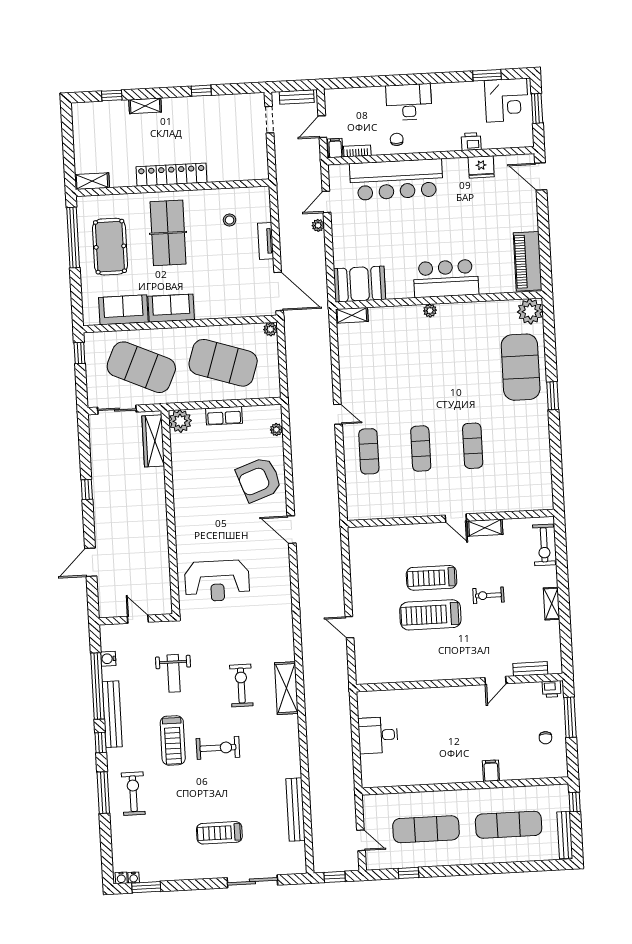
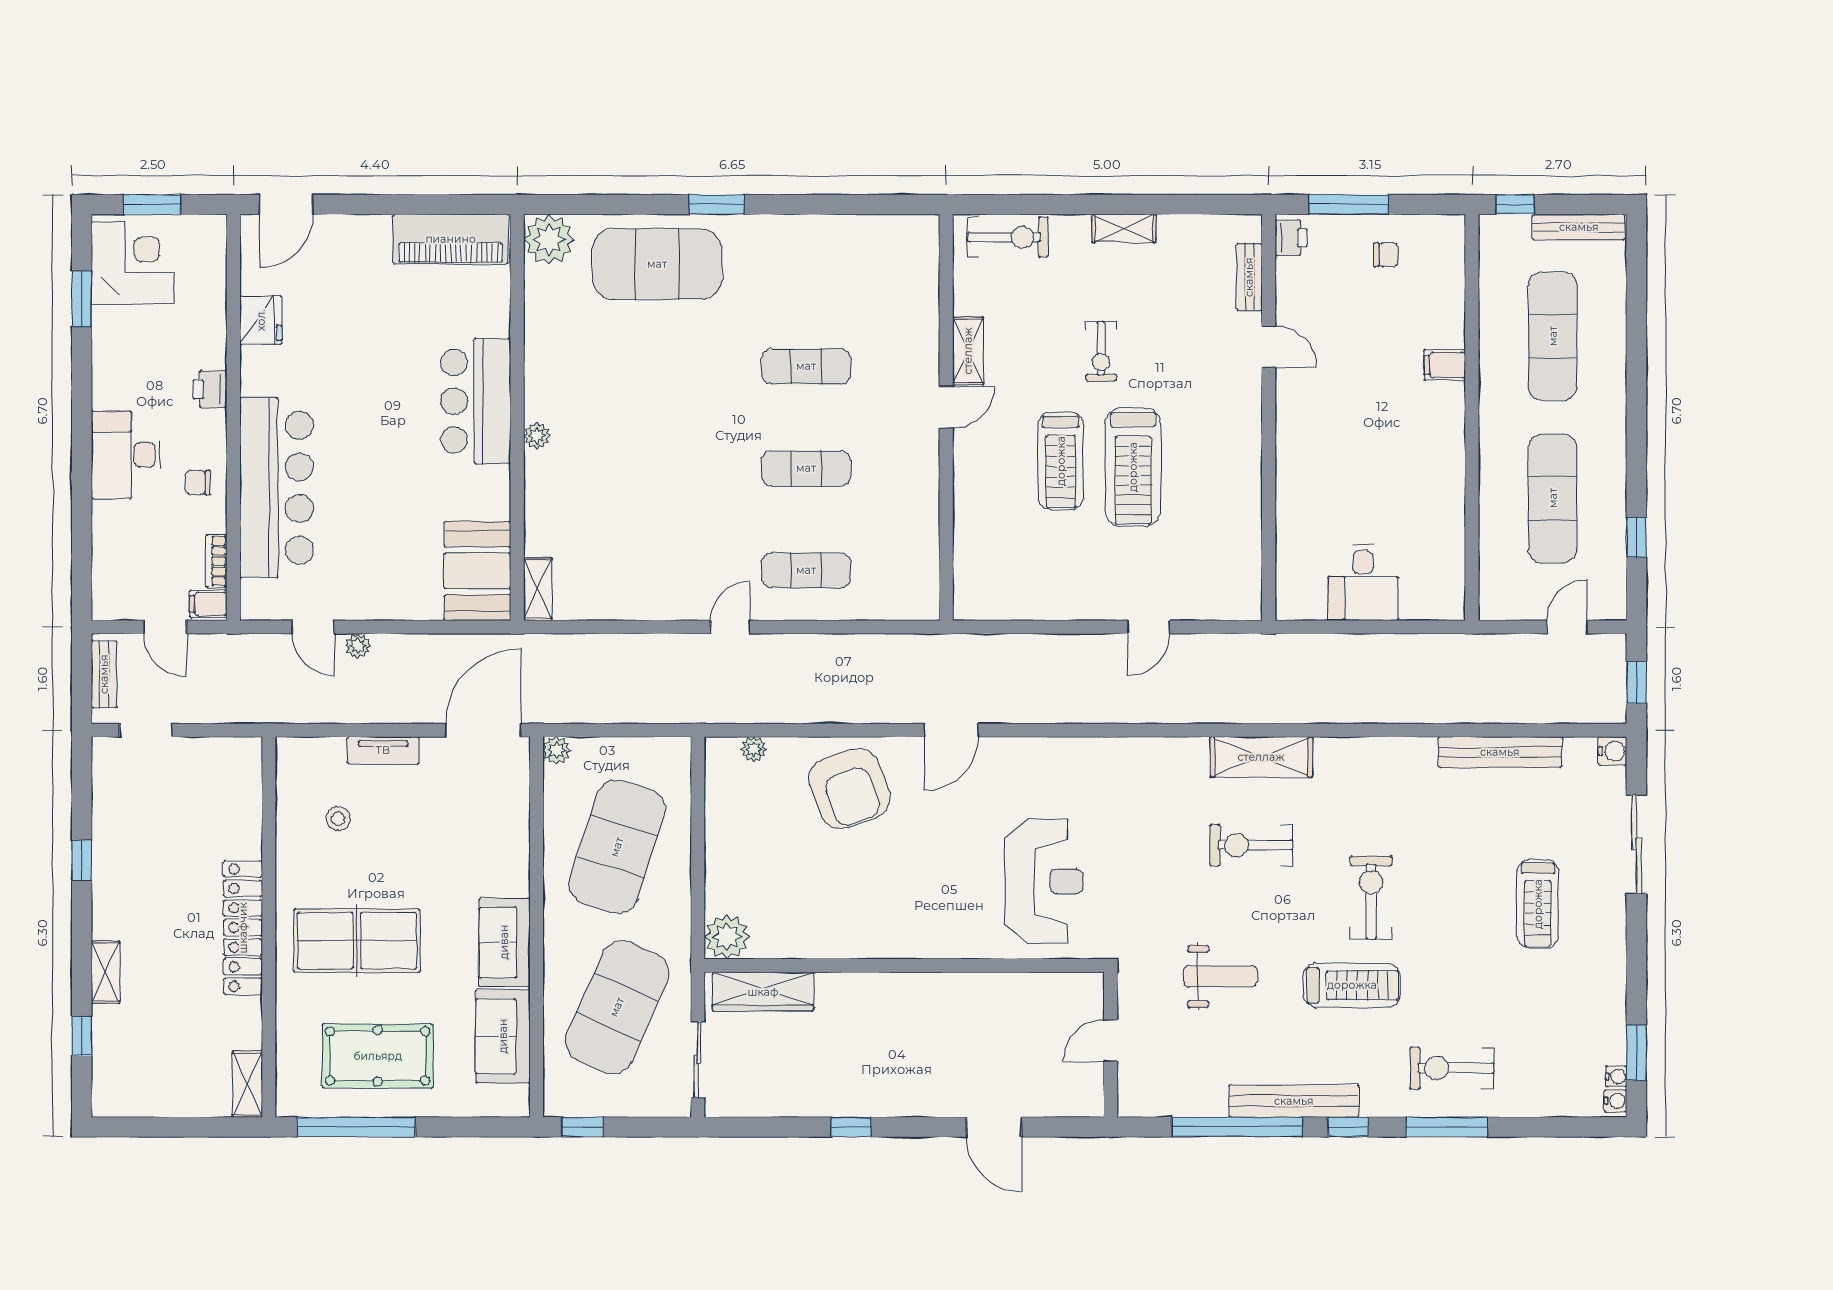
printer: (471, 142) -> (210, 389), moved
row of seats: (224, 416) -> (721, 850), removed
water cooler: (108, 659) -> (1612, 751), moved, turned -90

